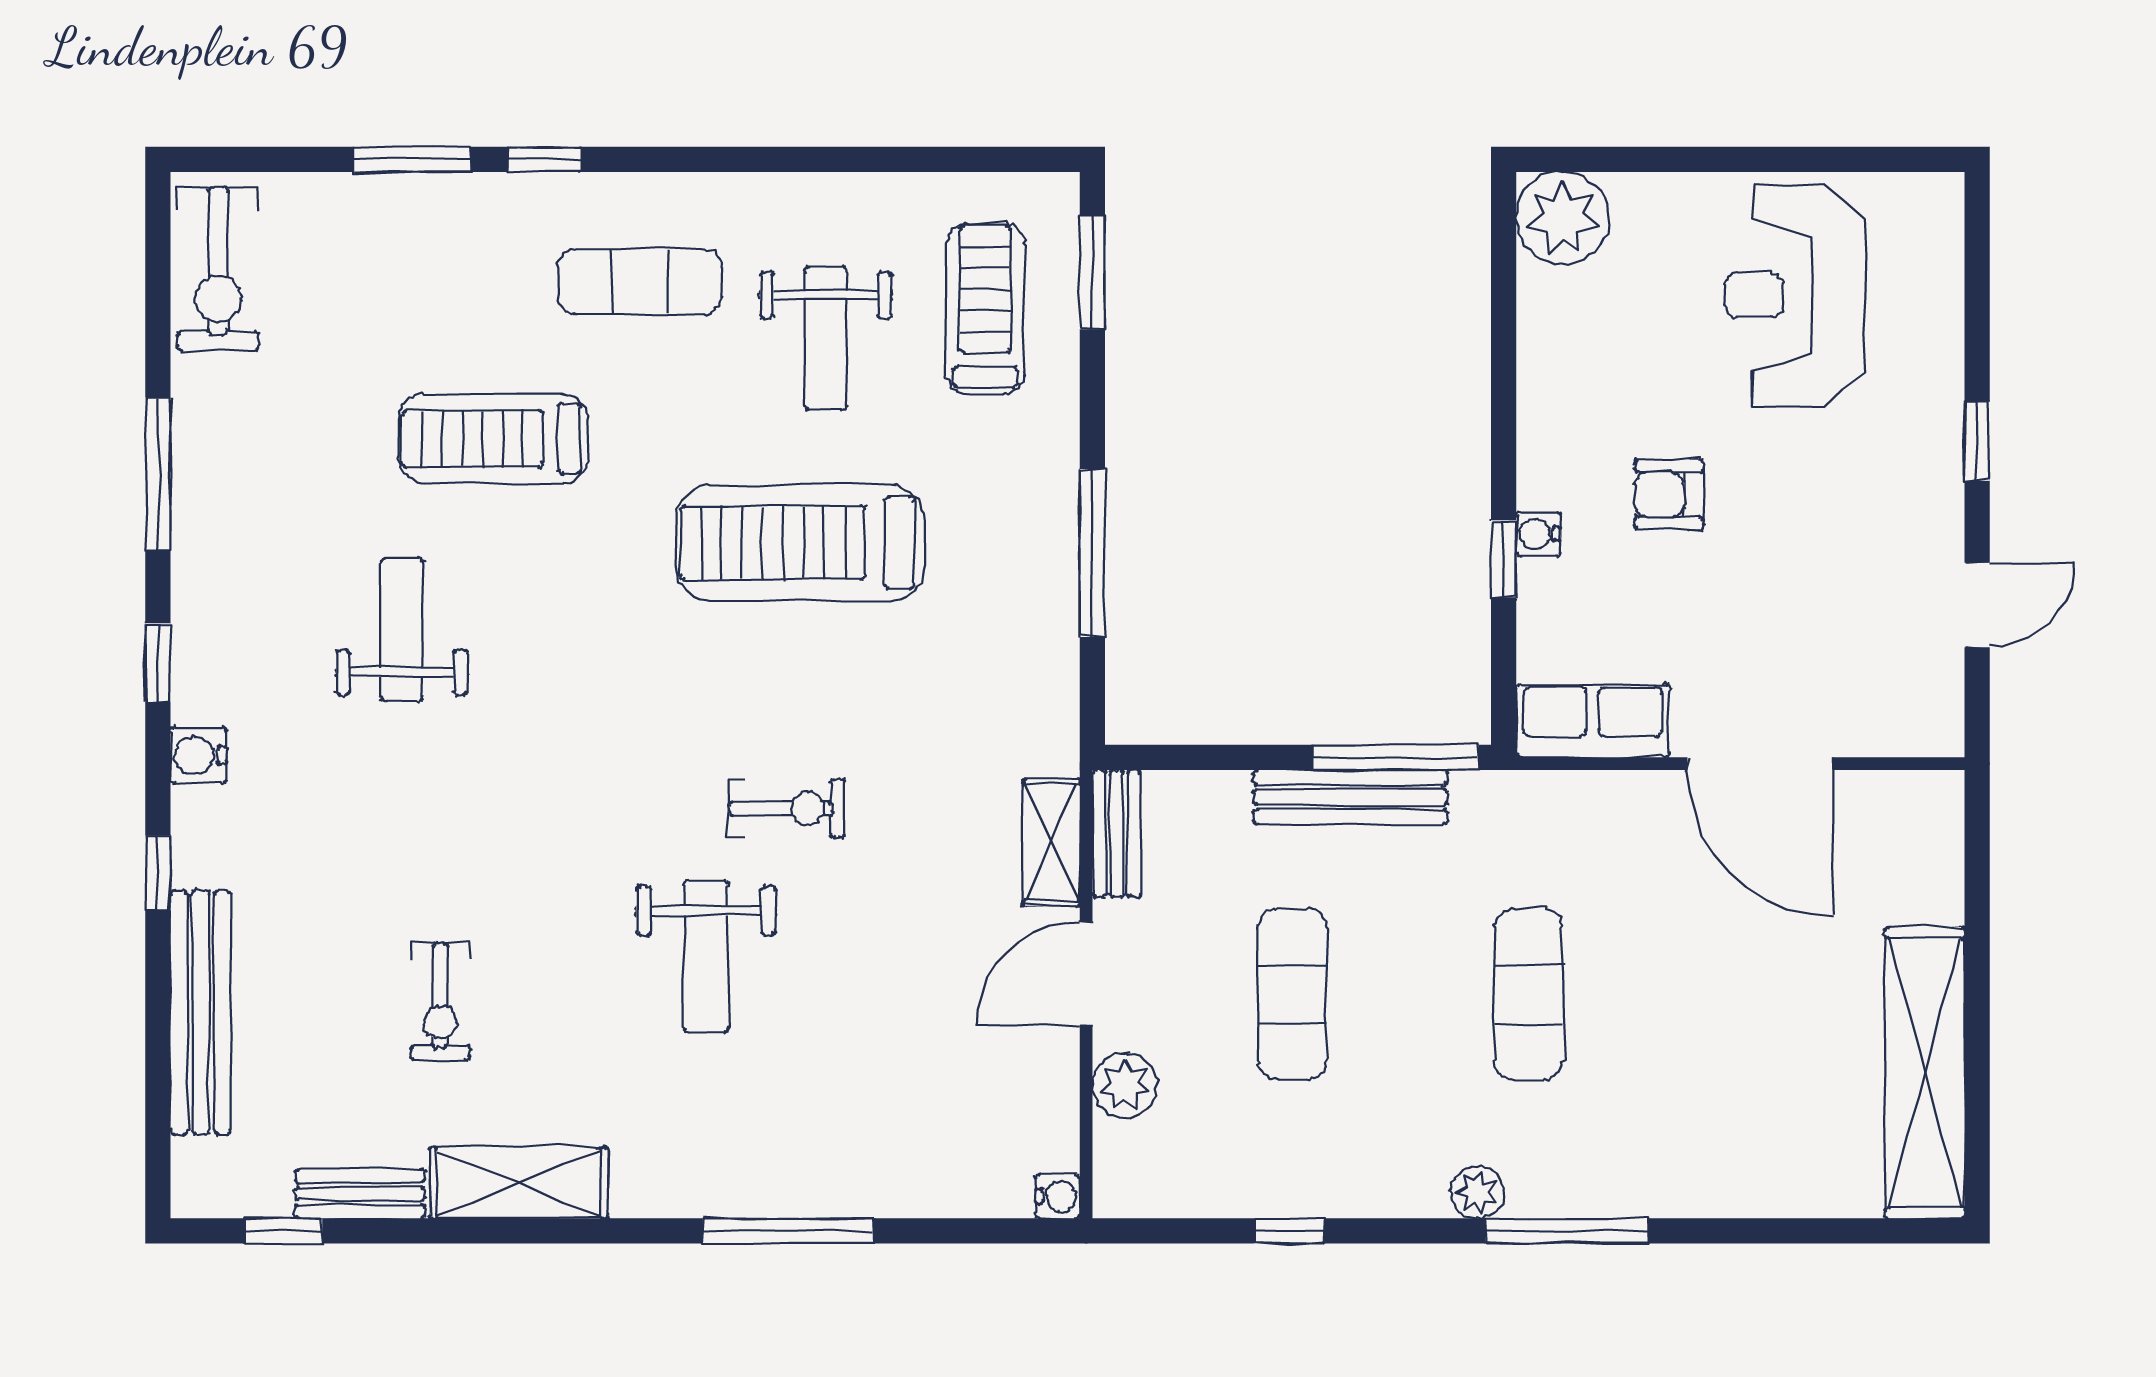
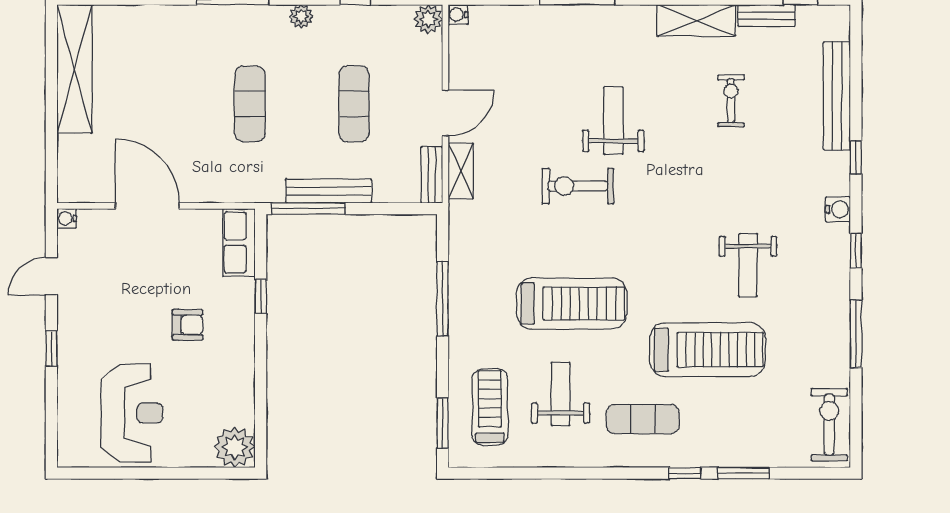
treadmill: (985, 309) -> (490, 407), turned 180
treadmill: (493, 439) -> (708, 350), width x1.37, depth x1.38
water cooler: (1538, 534) -> (67, 218), moved, turned 180
row of seats: (1593, 721) -> (239, 242), moved, turned 90
exercise bike: (787, 808) -> (578, 186), width x1.38, depth x1.39
plant: (1125, 1085) -> (428, 19), moved
plant: (1477, 1192) -> (301, 16), moved

